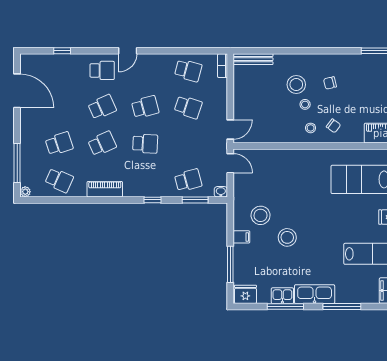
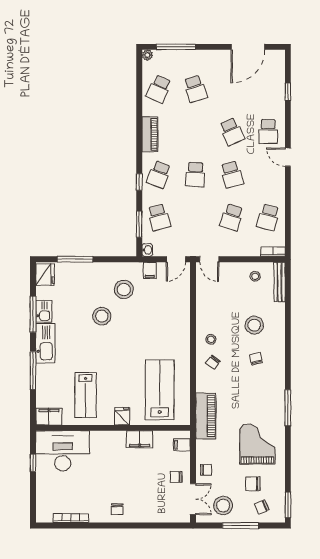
stool: (305, 104) -> (255, 276), moved
school desk: (102, 144) -> (159, 175), moved, turned 45
filing cabinet: (241, 237) -> (150, 270), moved

